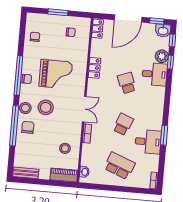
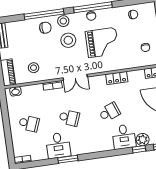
grand piano: (56, 74) -> (102, 43), turned -90
school desk: (120, 166) -> (29, 123), width x0.54

